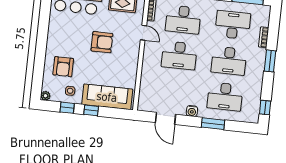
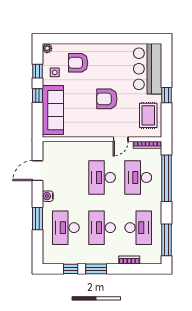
armchair: (102, 42) -> (107, 99), turned 90
window: (270, 61) -> (96, 269), moved
window: (265, 108) -> (71, 269), moved

